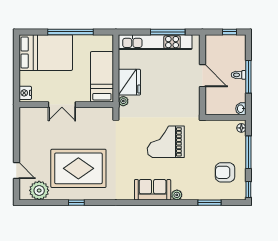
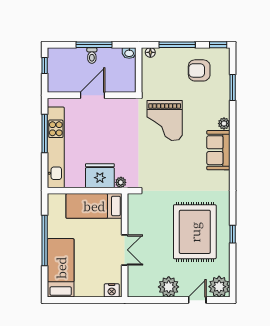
bed: (46, 53) -> (61, 268), width x0.67
grand piano: (166, 142) -> (165, 120), moved
plant: (28, 145) -> (169, 287), added
armchair: (225, 172) -> (199, 70), turned 90
plant: (39, 190) -> (219, 287), moved

